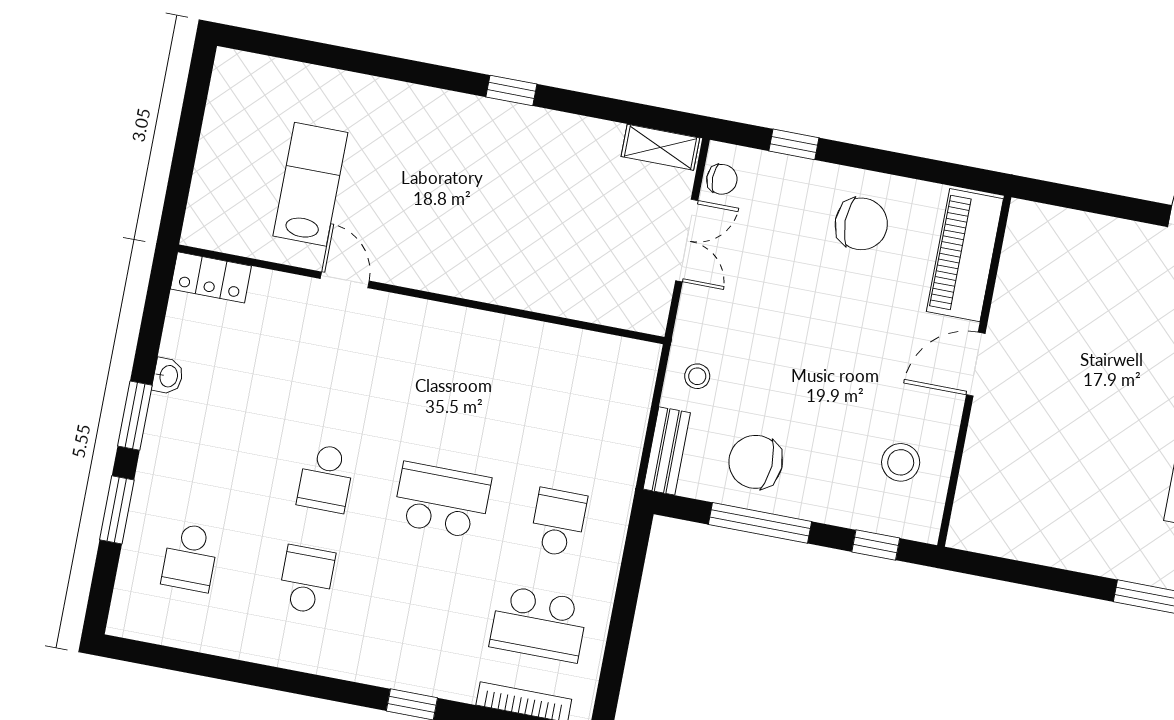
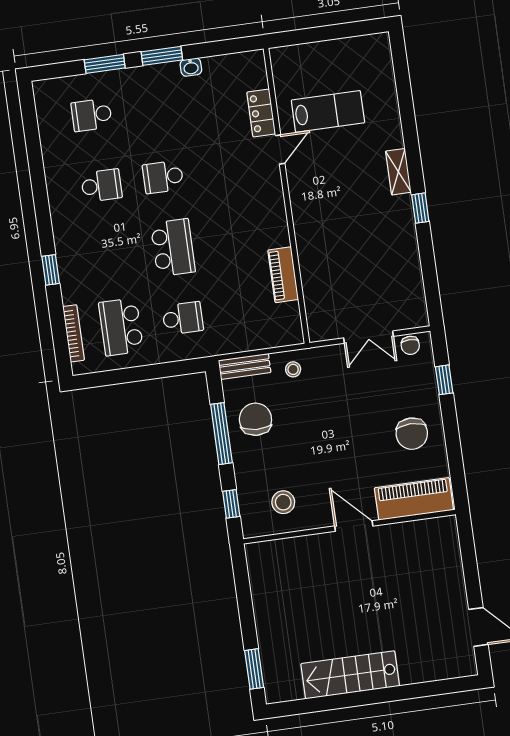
shelving: (660, 147) -> (398, 172), moved
locker: (211, 277) -> (261, 113), moved
piano: (543, 342) -> (283, 275), added

